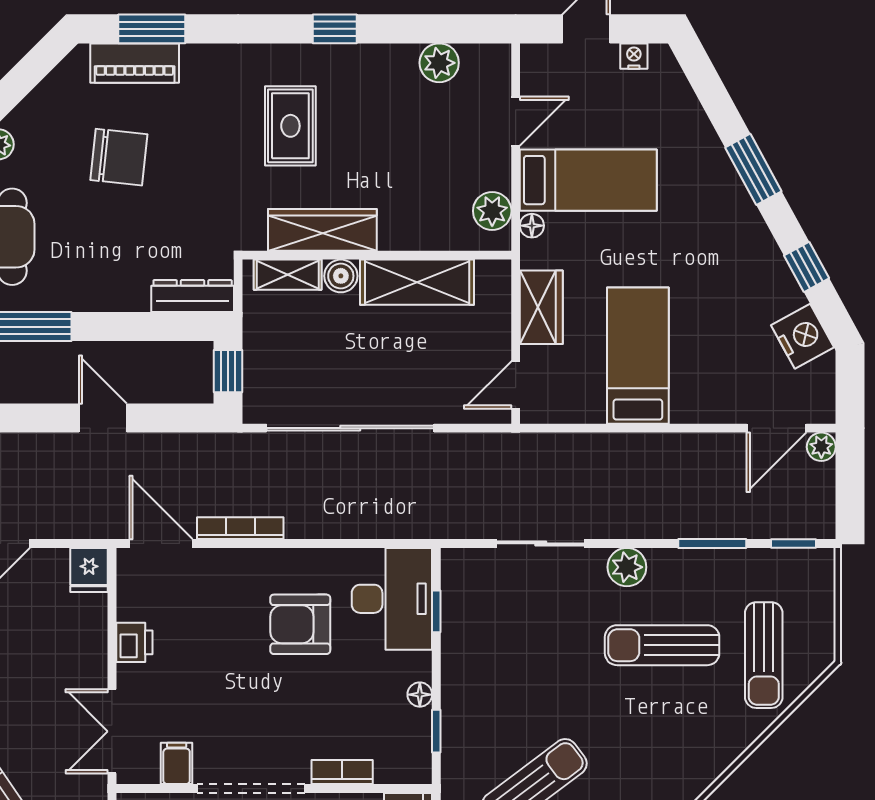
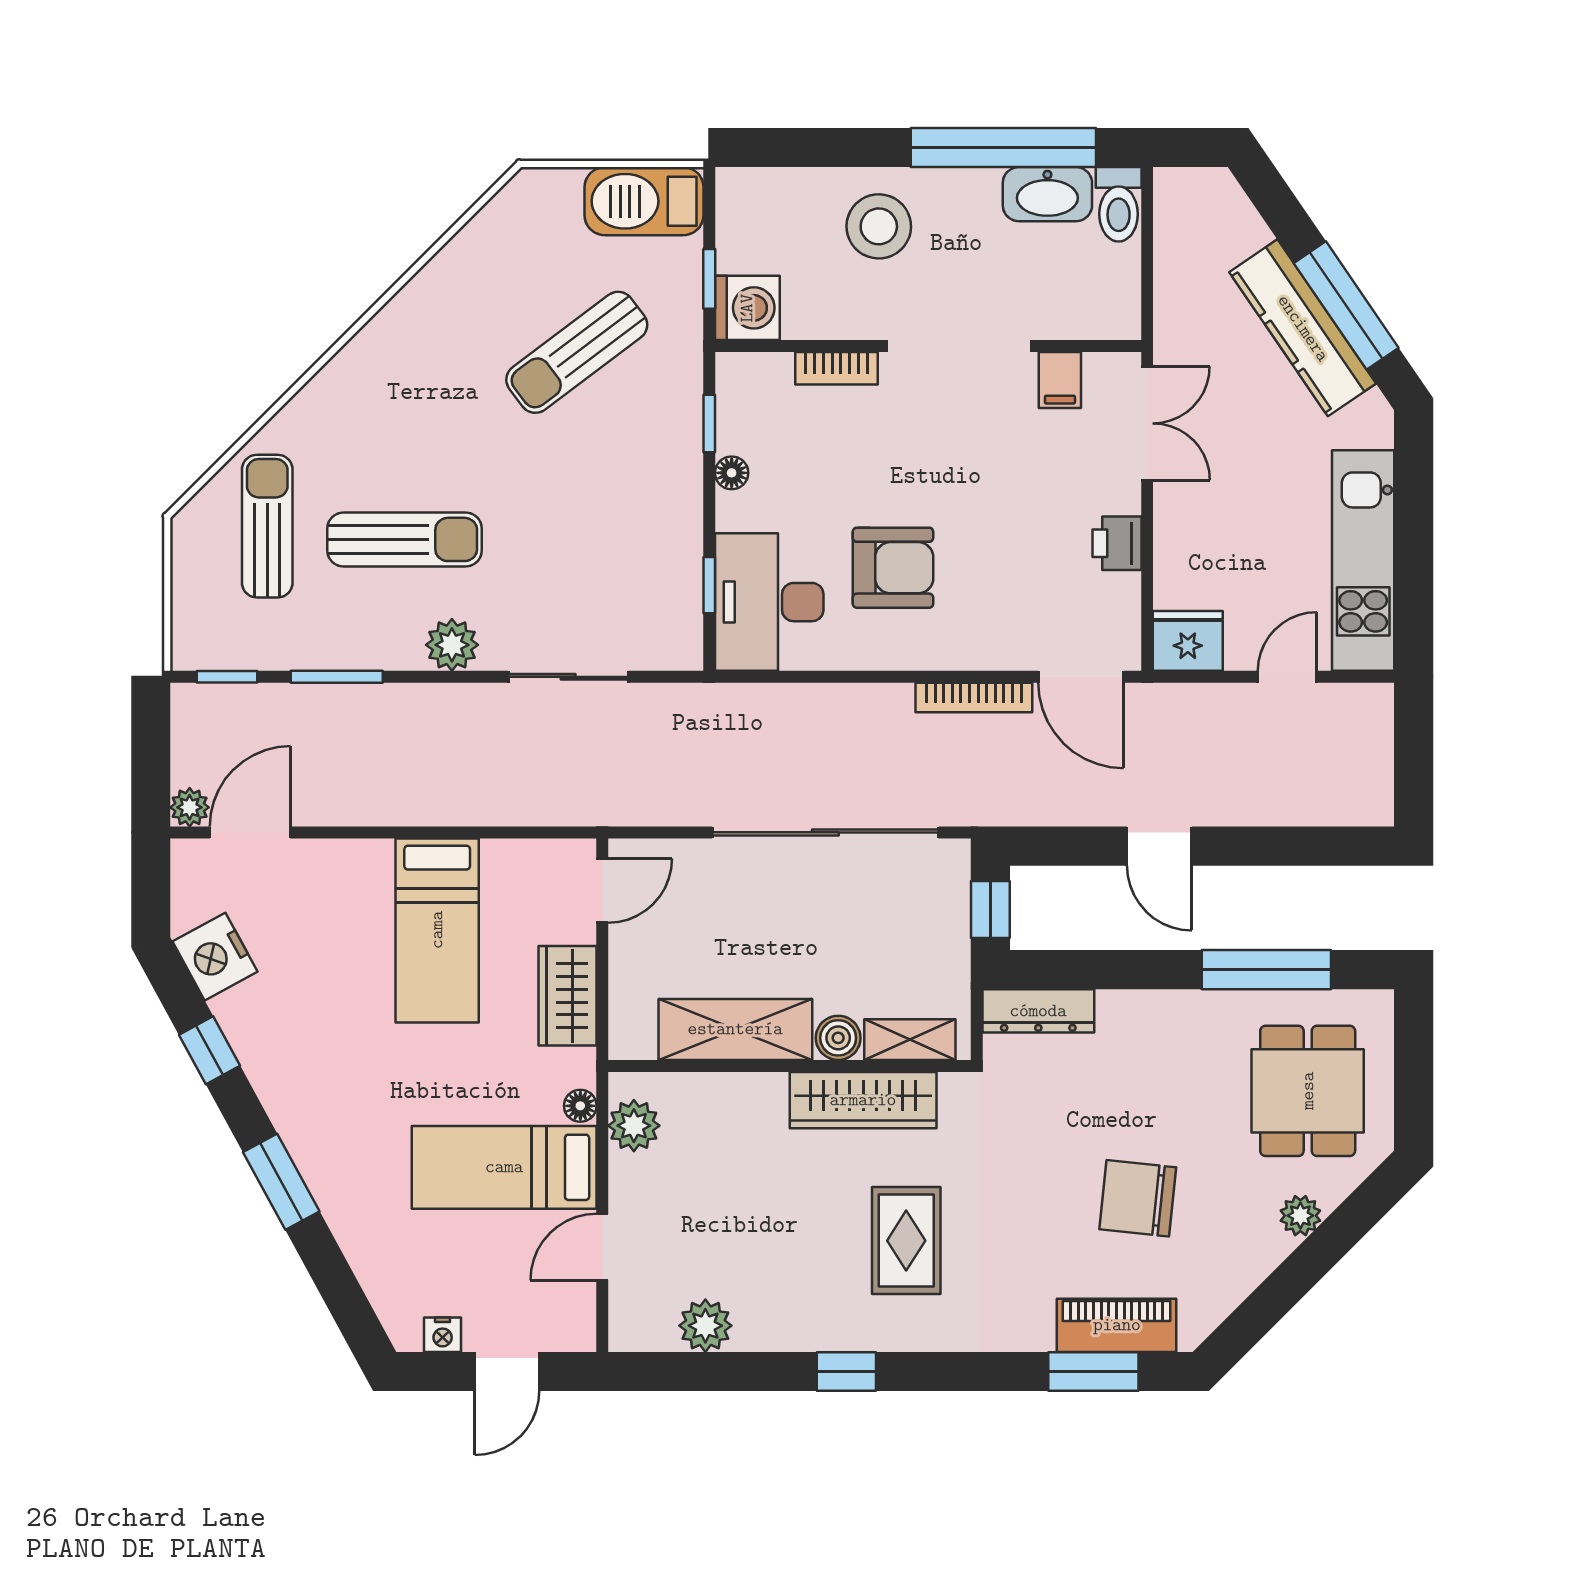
fridge: (89, 570) -> (1188, 641), width x1.38

